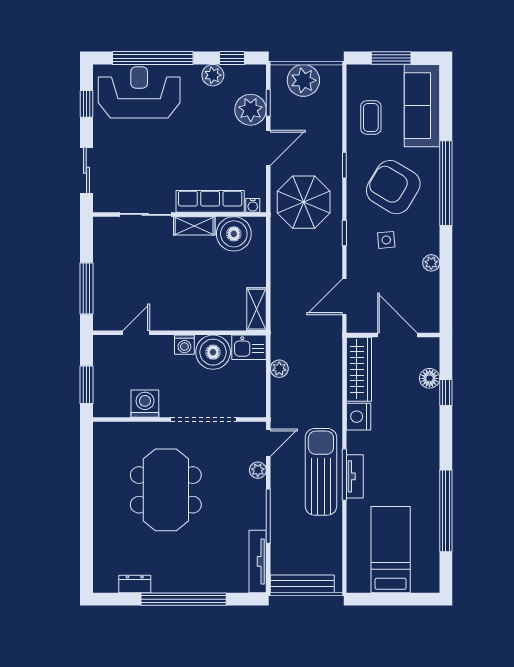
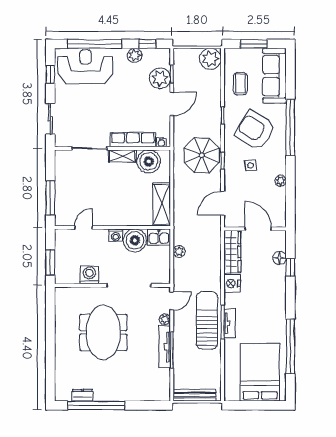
plant: (303, 80) -> (210, 59), moved
parasol: (304, 202) -> (202, 155), moved
shelving: (256, 309) -> (162, 204), width x1.50, depth x1.33
bed: (391, 550) -> (260, 372), width x1.50
tv unit: (258, 561) -> (165, 347), moved
window: (184, 599) -> (96, 405), moved

